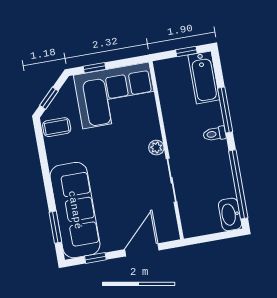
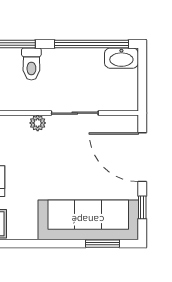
toilet: (215, 134) -> (31, 64), width x1.37, depth x1.39
door: (142, 250) -> (142, 157), width x1.36

